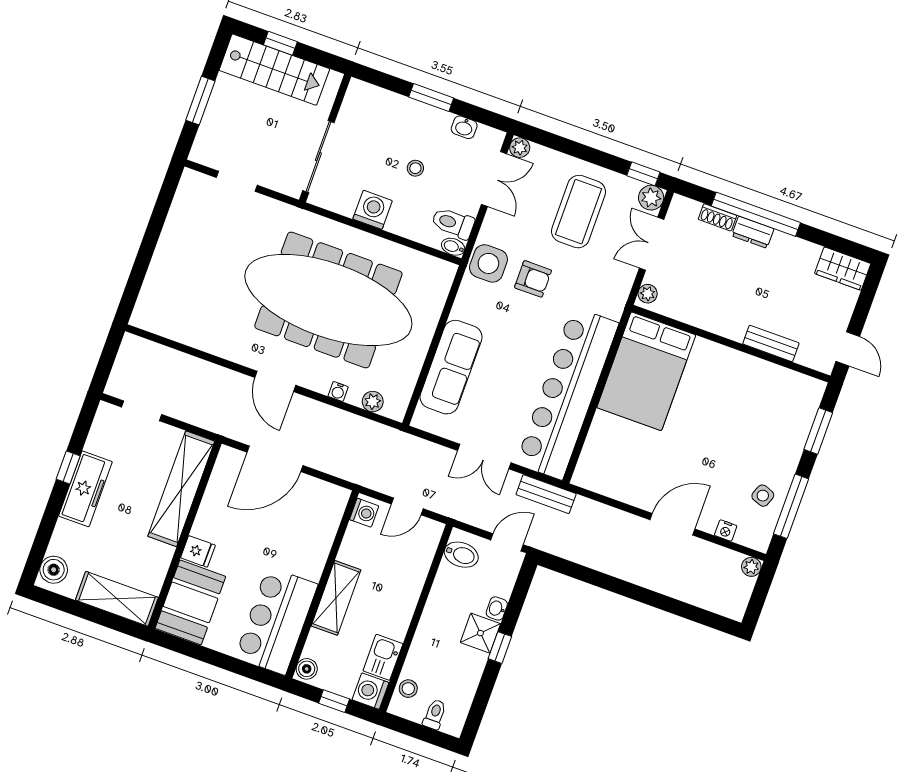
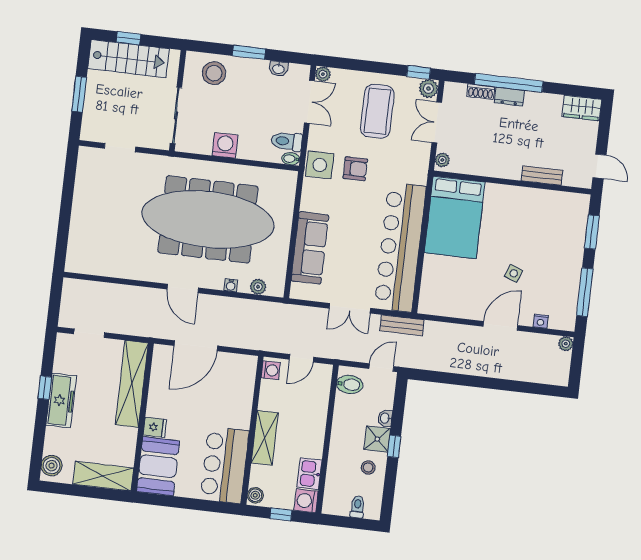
stool: (415, 168) -> (214, 73), moved, width x1.89, depth x1.89
side table: (763, 496) -> (514, 273), moved
stool: (408, 689) -> (368, 467), moved

